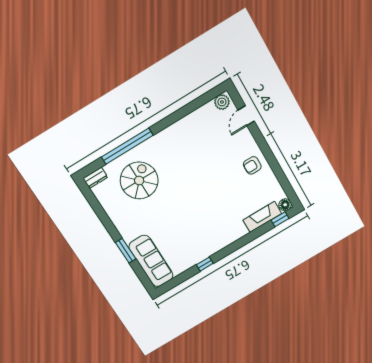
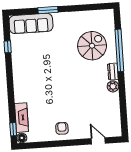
plant: (222, 102) -> (113, 86), moved
dresser: (95, 178) -> (113, 72), moved
spiral stairs: (139, 181) -> (92, 46), turned -90
window: (205, 264) -> (8, 47), moved

